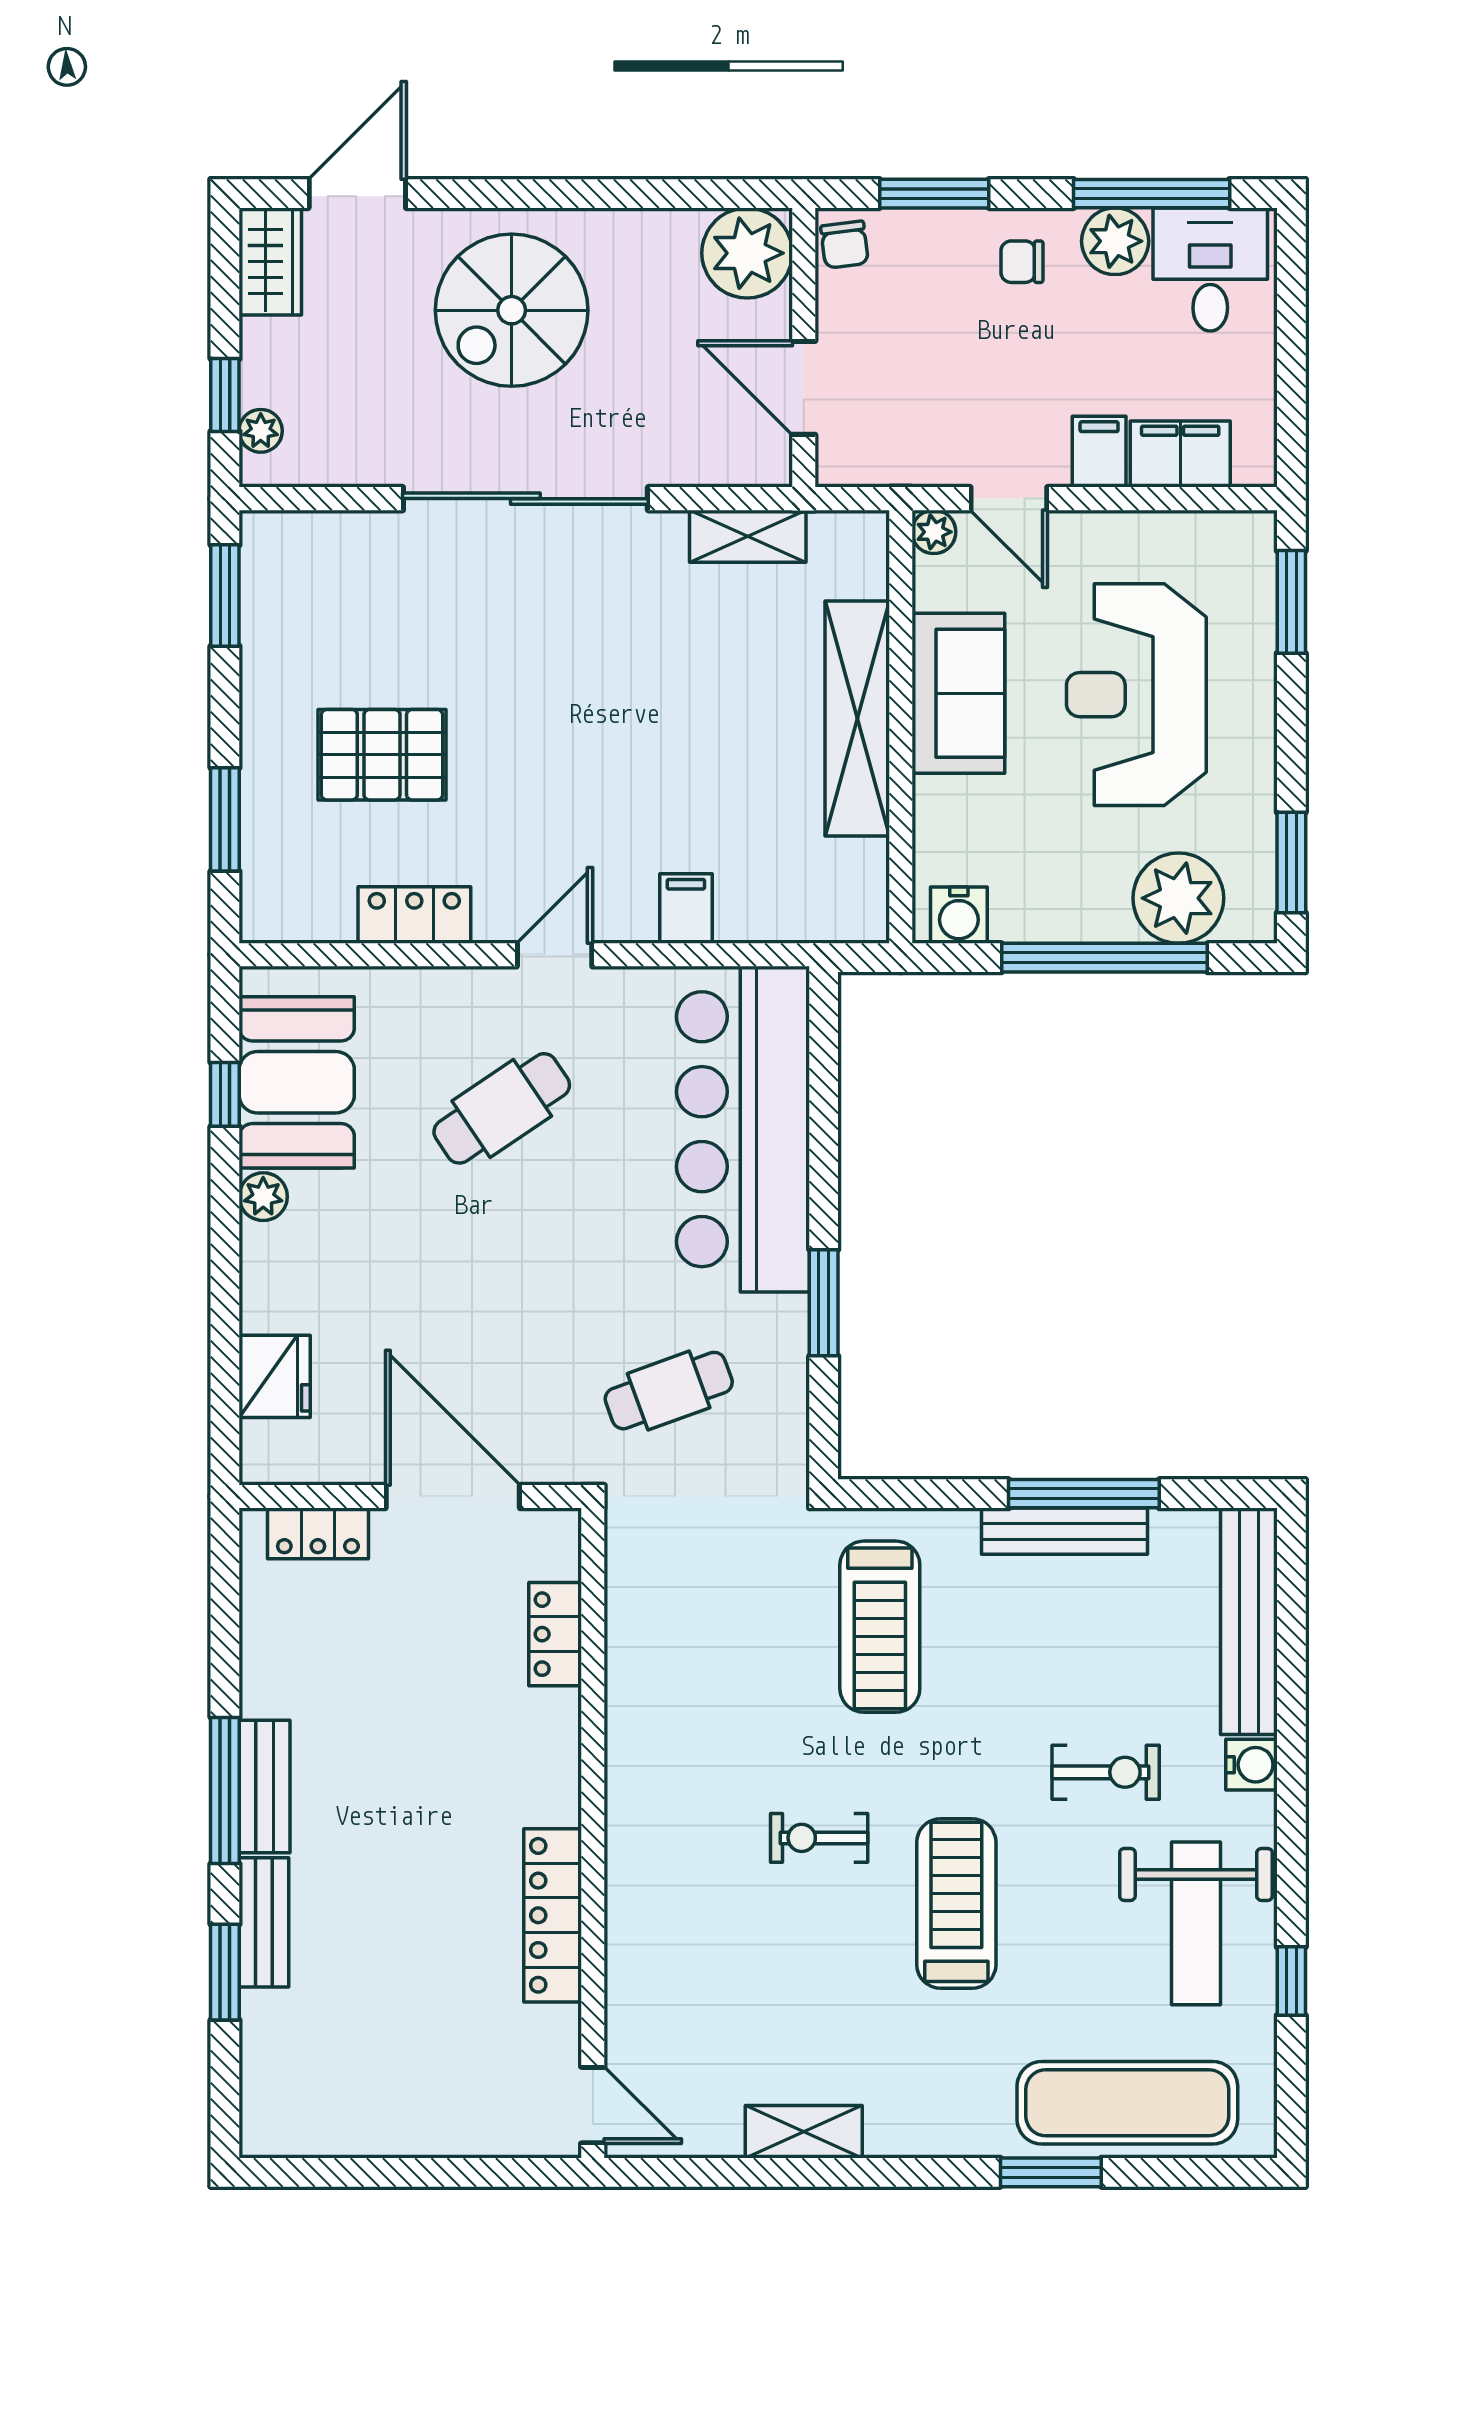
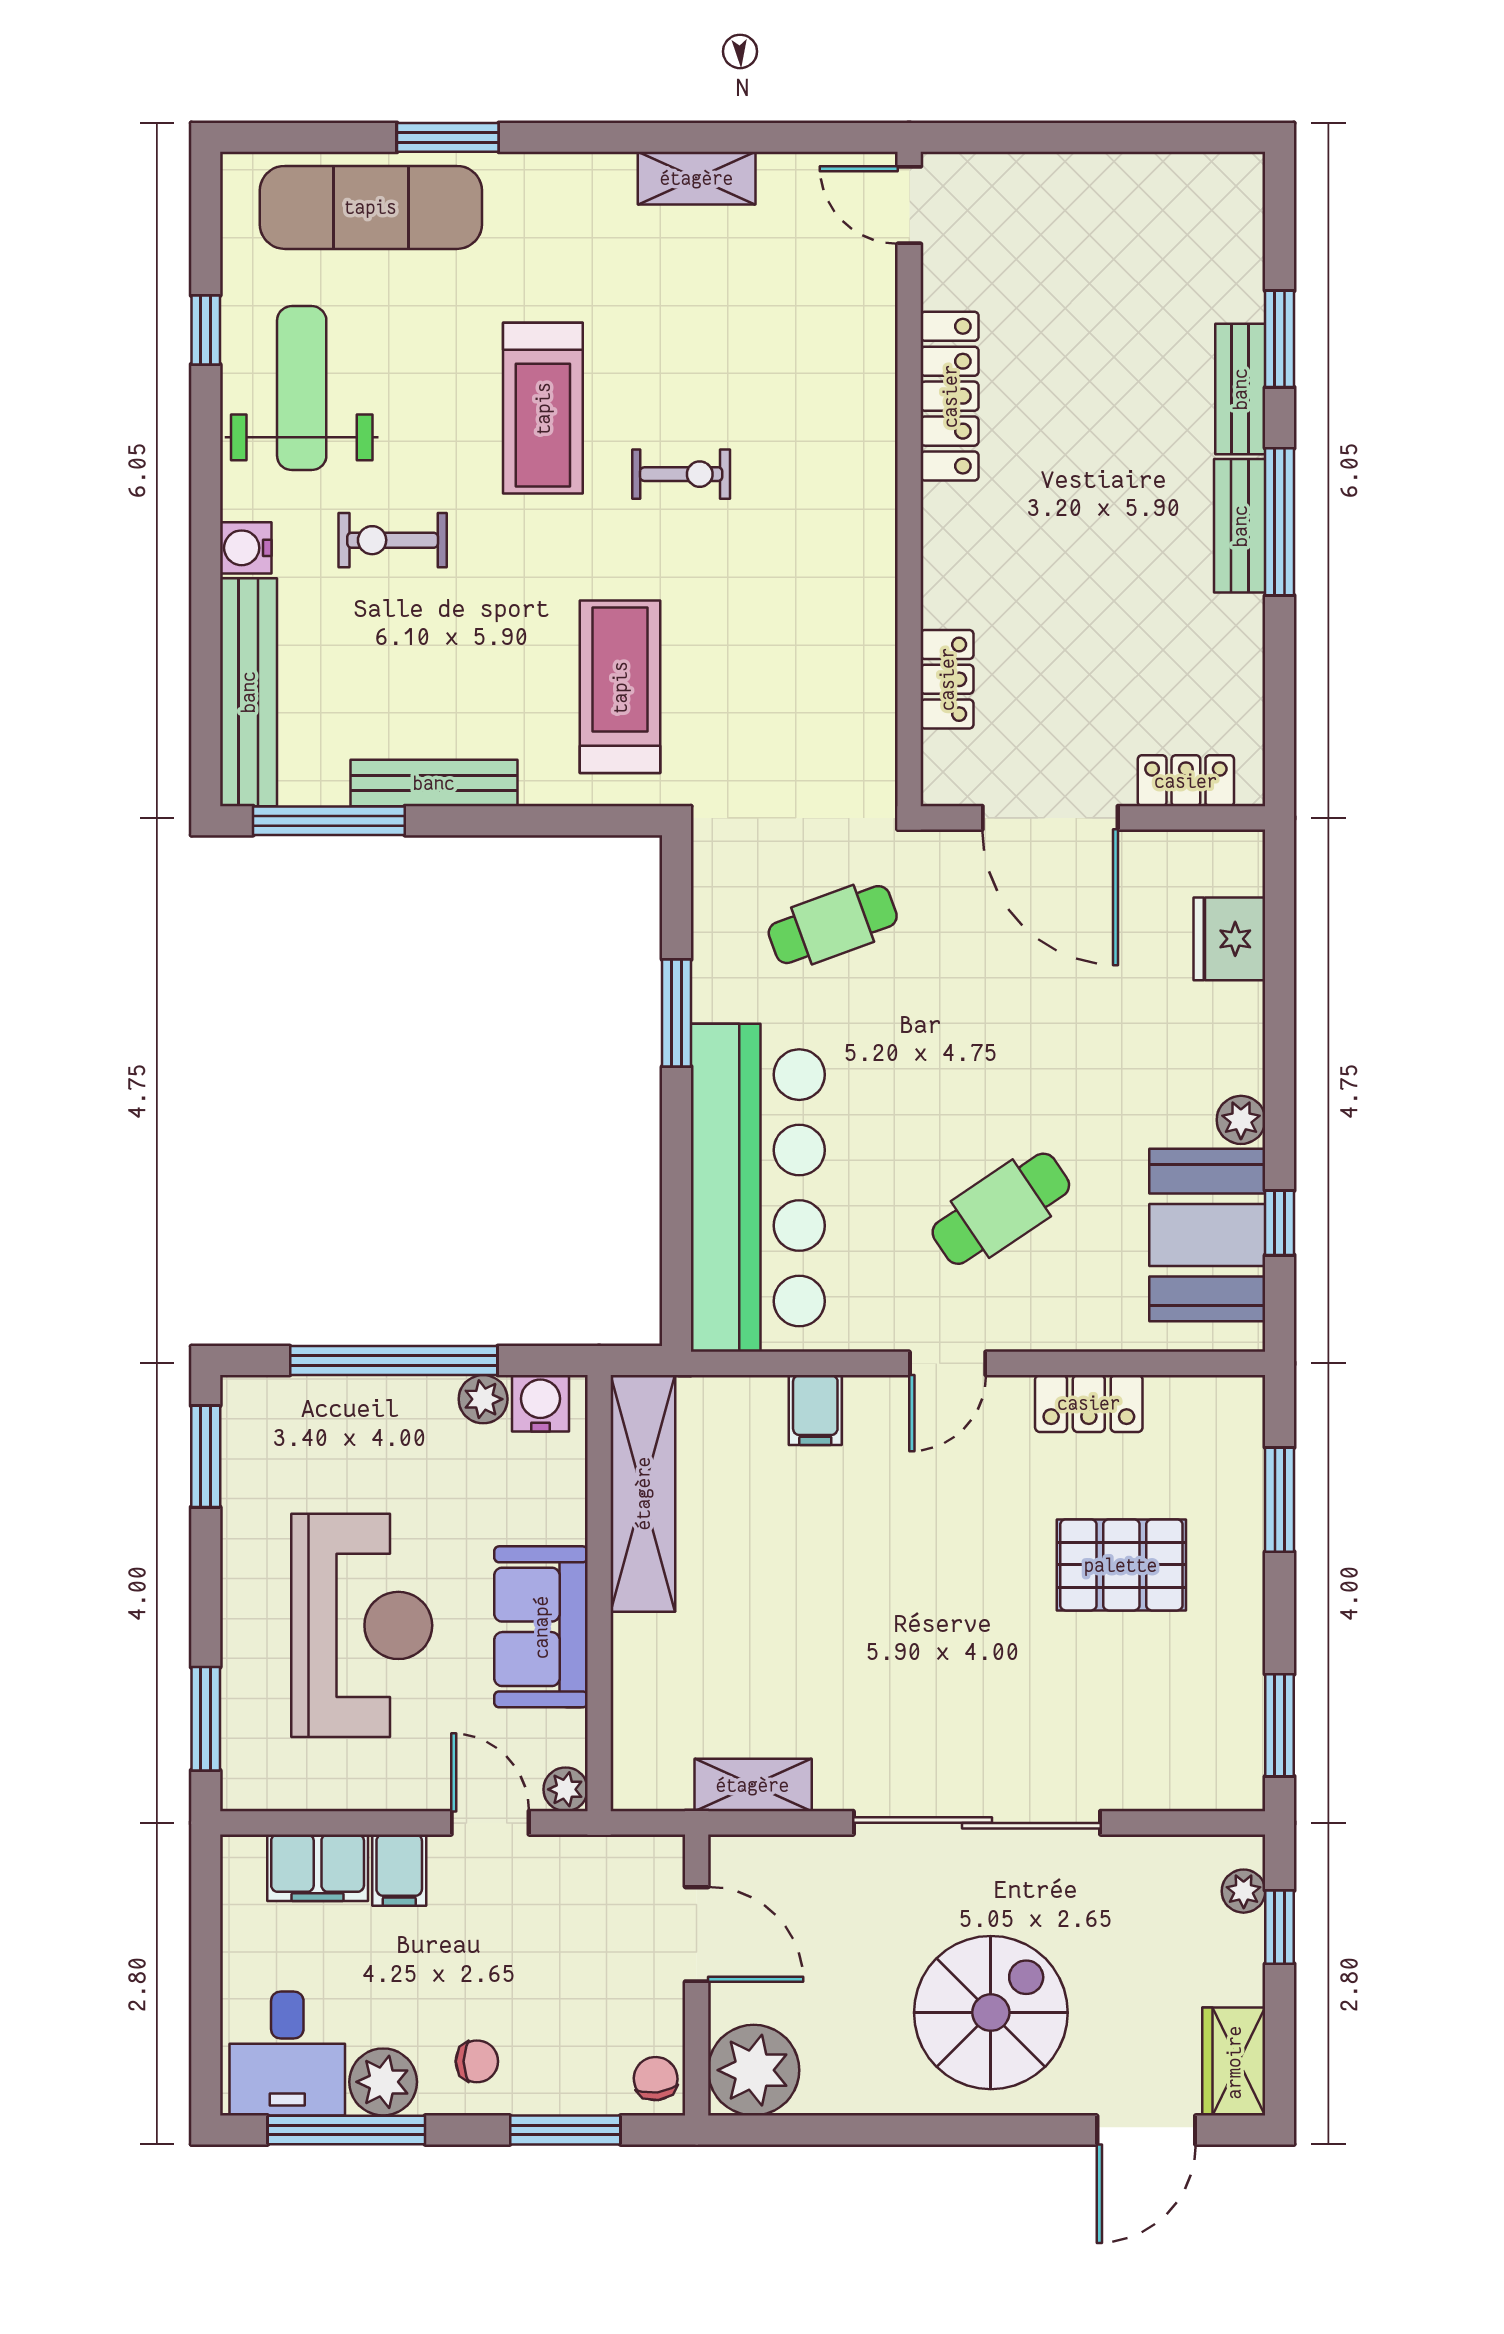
shelving: (857, 718) -> (643, 1493), moved
plant: (1178, 898) -> (483, 1399), moved, width x0.53, depth x0.53
window: (1084, 1494) -> (329, 821), moved

